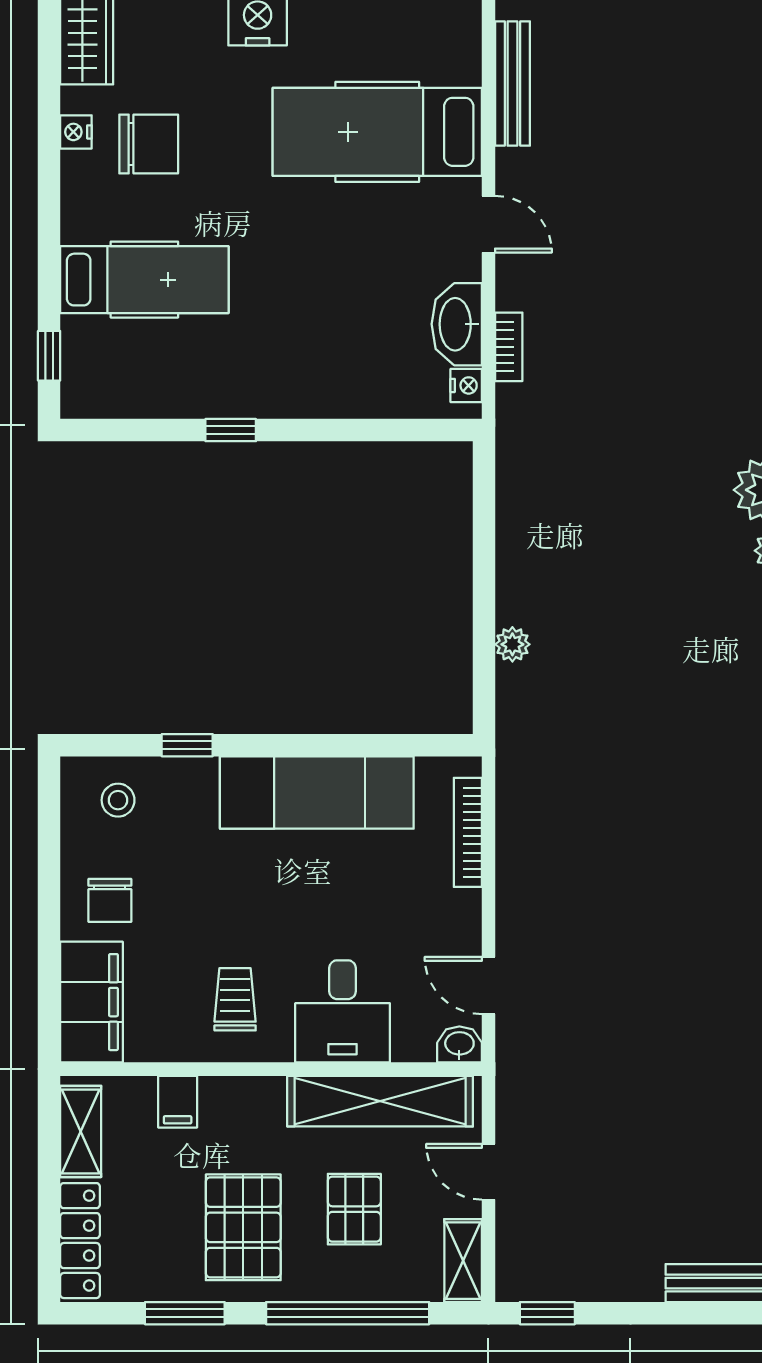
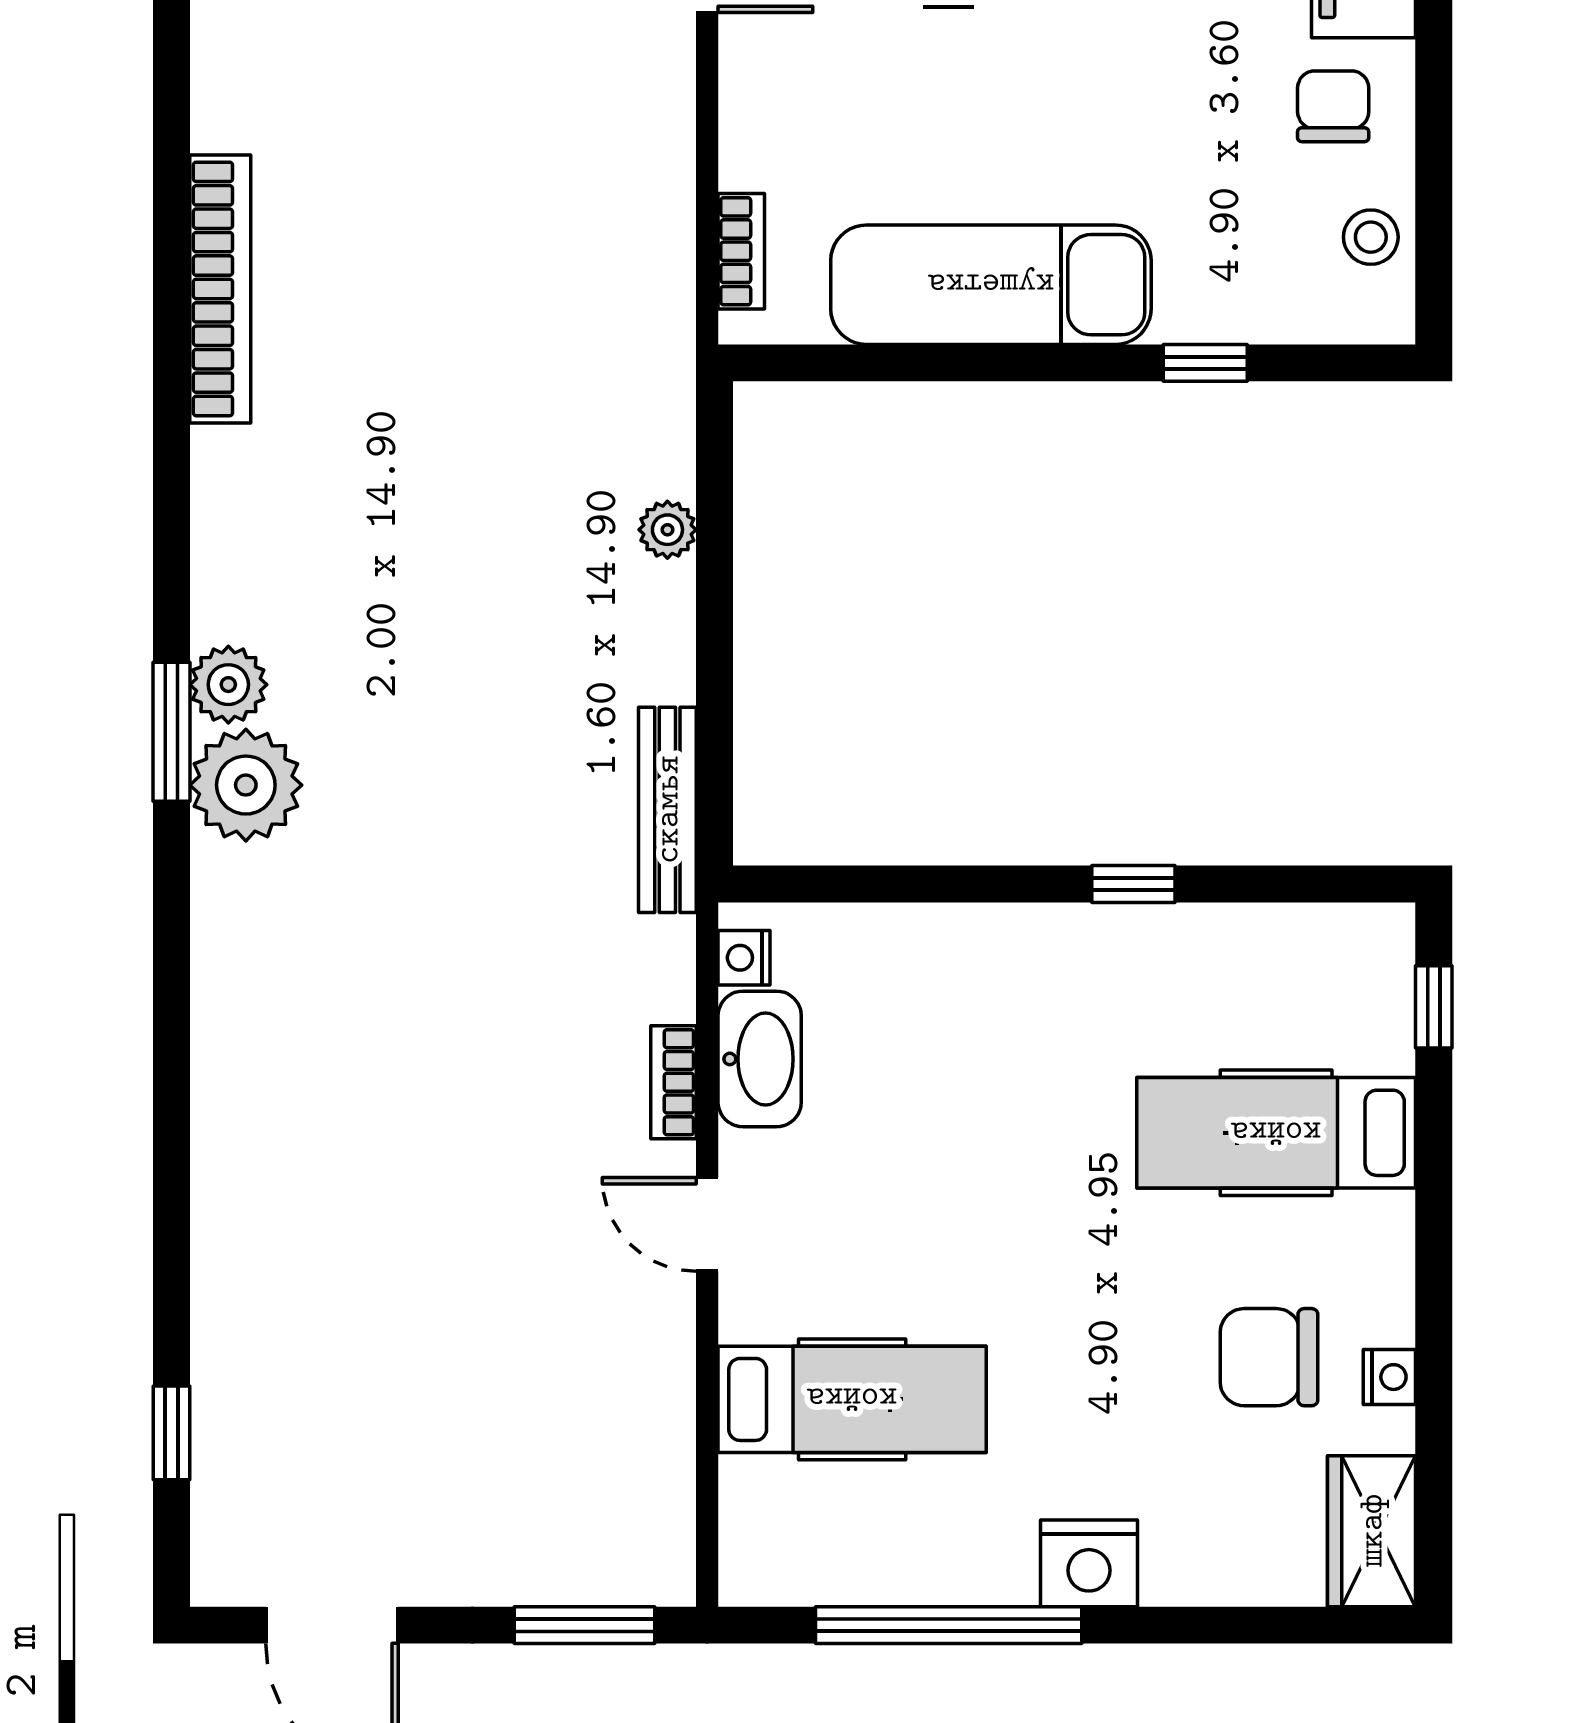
bench: (512, 83) -> (667, 810), moved
hospital bed: (377, 132) -> (852, 1399), width x0.73, depth x0.78
bookcase: (509, 347) -> (673, 1082), moved
stool: (118, 800) -> (1371, 237), moved
bookcase: (468, 832) -> (741, 251), width x0.64

